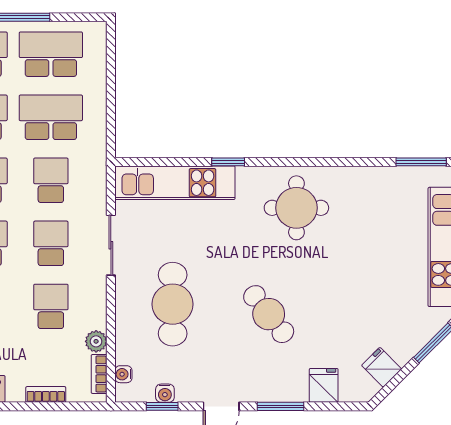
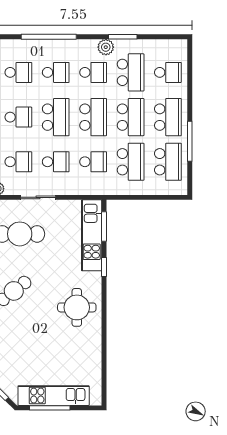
window: (421, 162) -> (104, 227), moved
sliding door: (111, 245) -> (38, 197), moved

